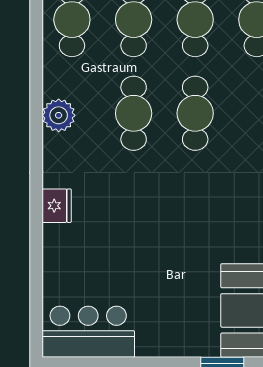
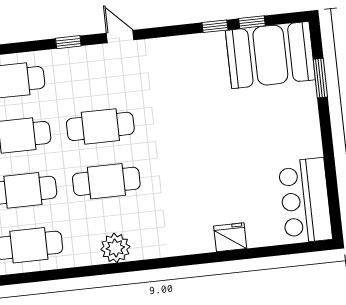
fridge: (57, 206) -> (230, 237), moved

